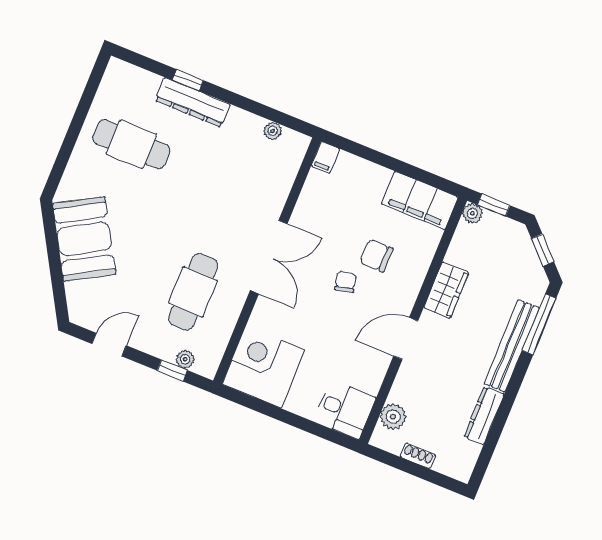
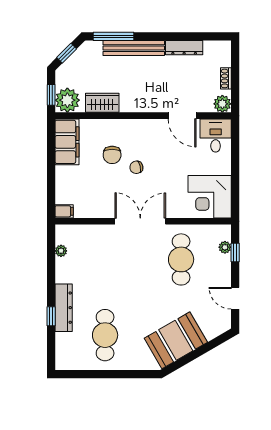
plant: (472, 213) -> (67, 100), width x1.87, depth x1.87
wardrobe: (446, 290) -> (102, 103), moved
cafe table: (193, 292) -> (181, 259), turned 90
door: (406, 338) -> (182, 116), moved
plant: (393, 417) -> (222, 104), moved

